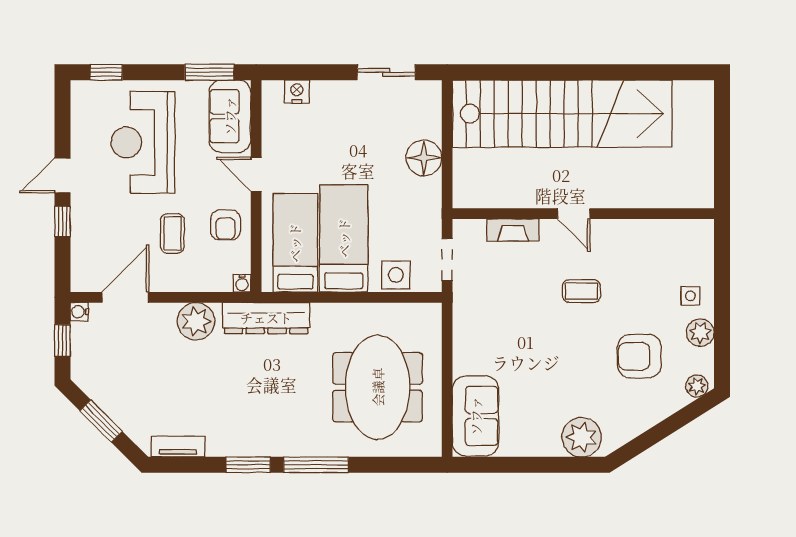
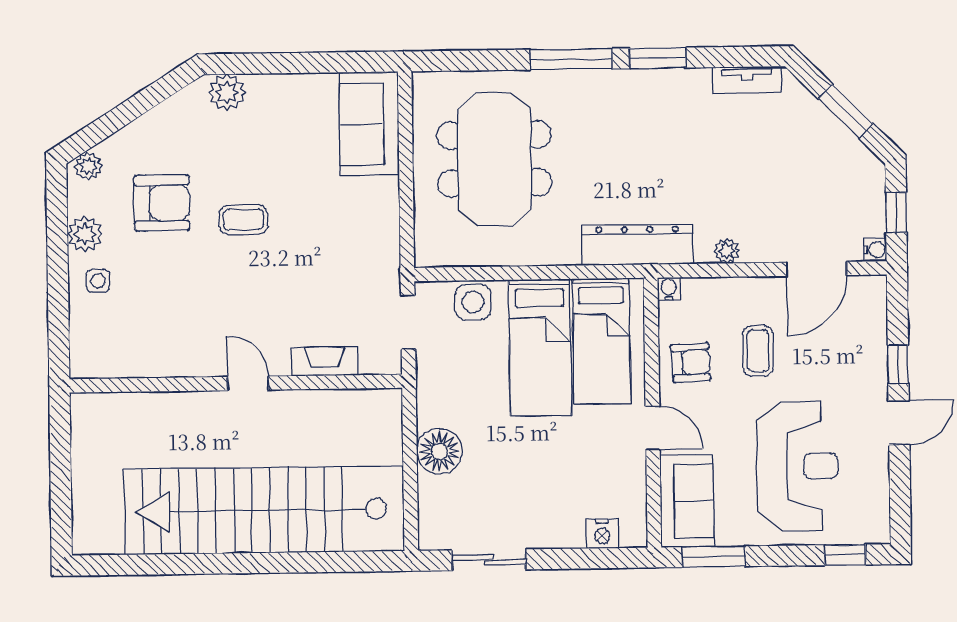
armchair: (225, 225) -> (691, 363), turned 87
coffee table: (581, 291) -> (243, 220), moved
plant: (196, 321) -> (727, 251), width x0.53, depth x0.53
plant: (582, 437) -> (227, 92), width x0.73, depth x0.73

